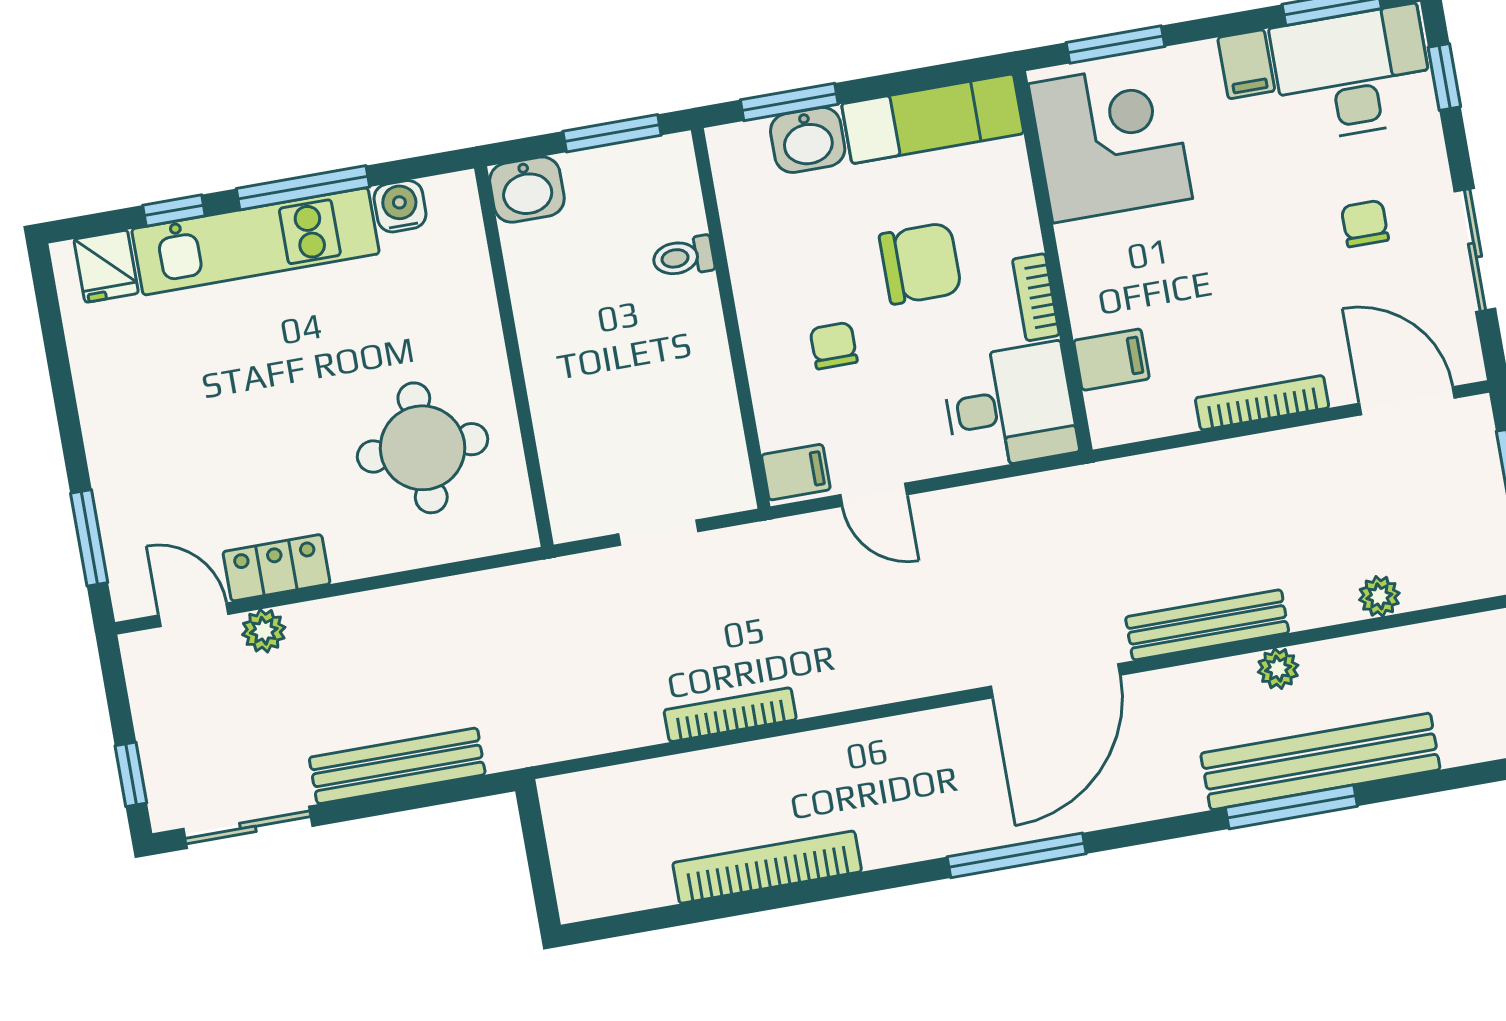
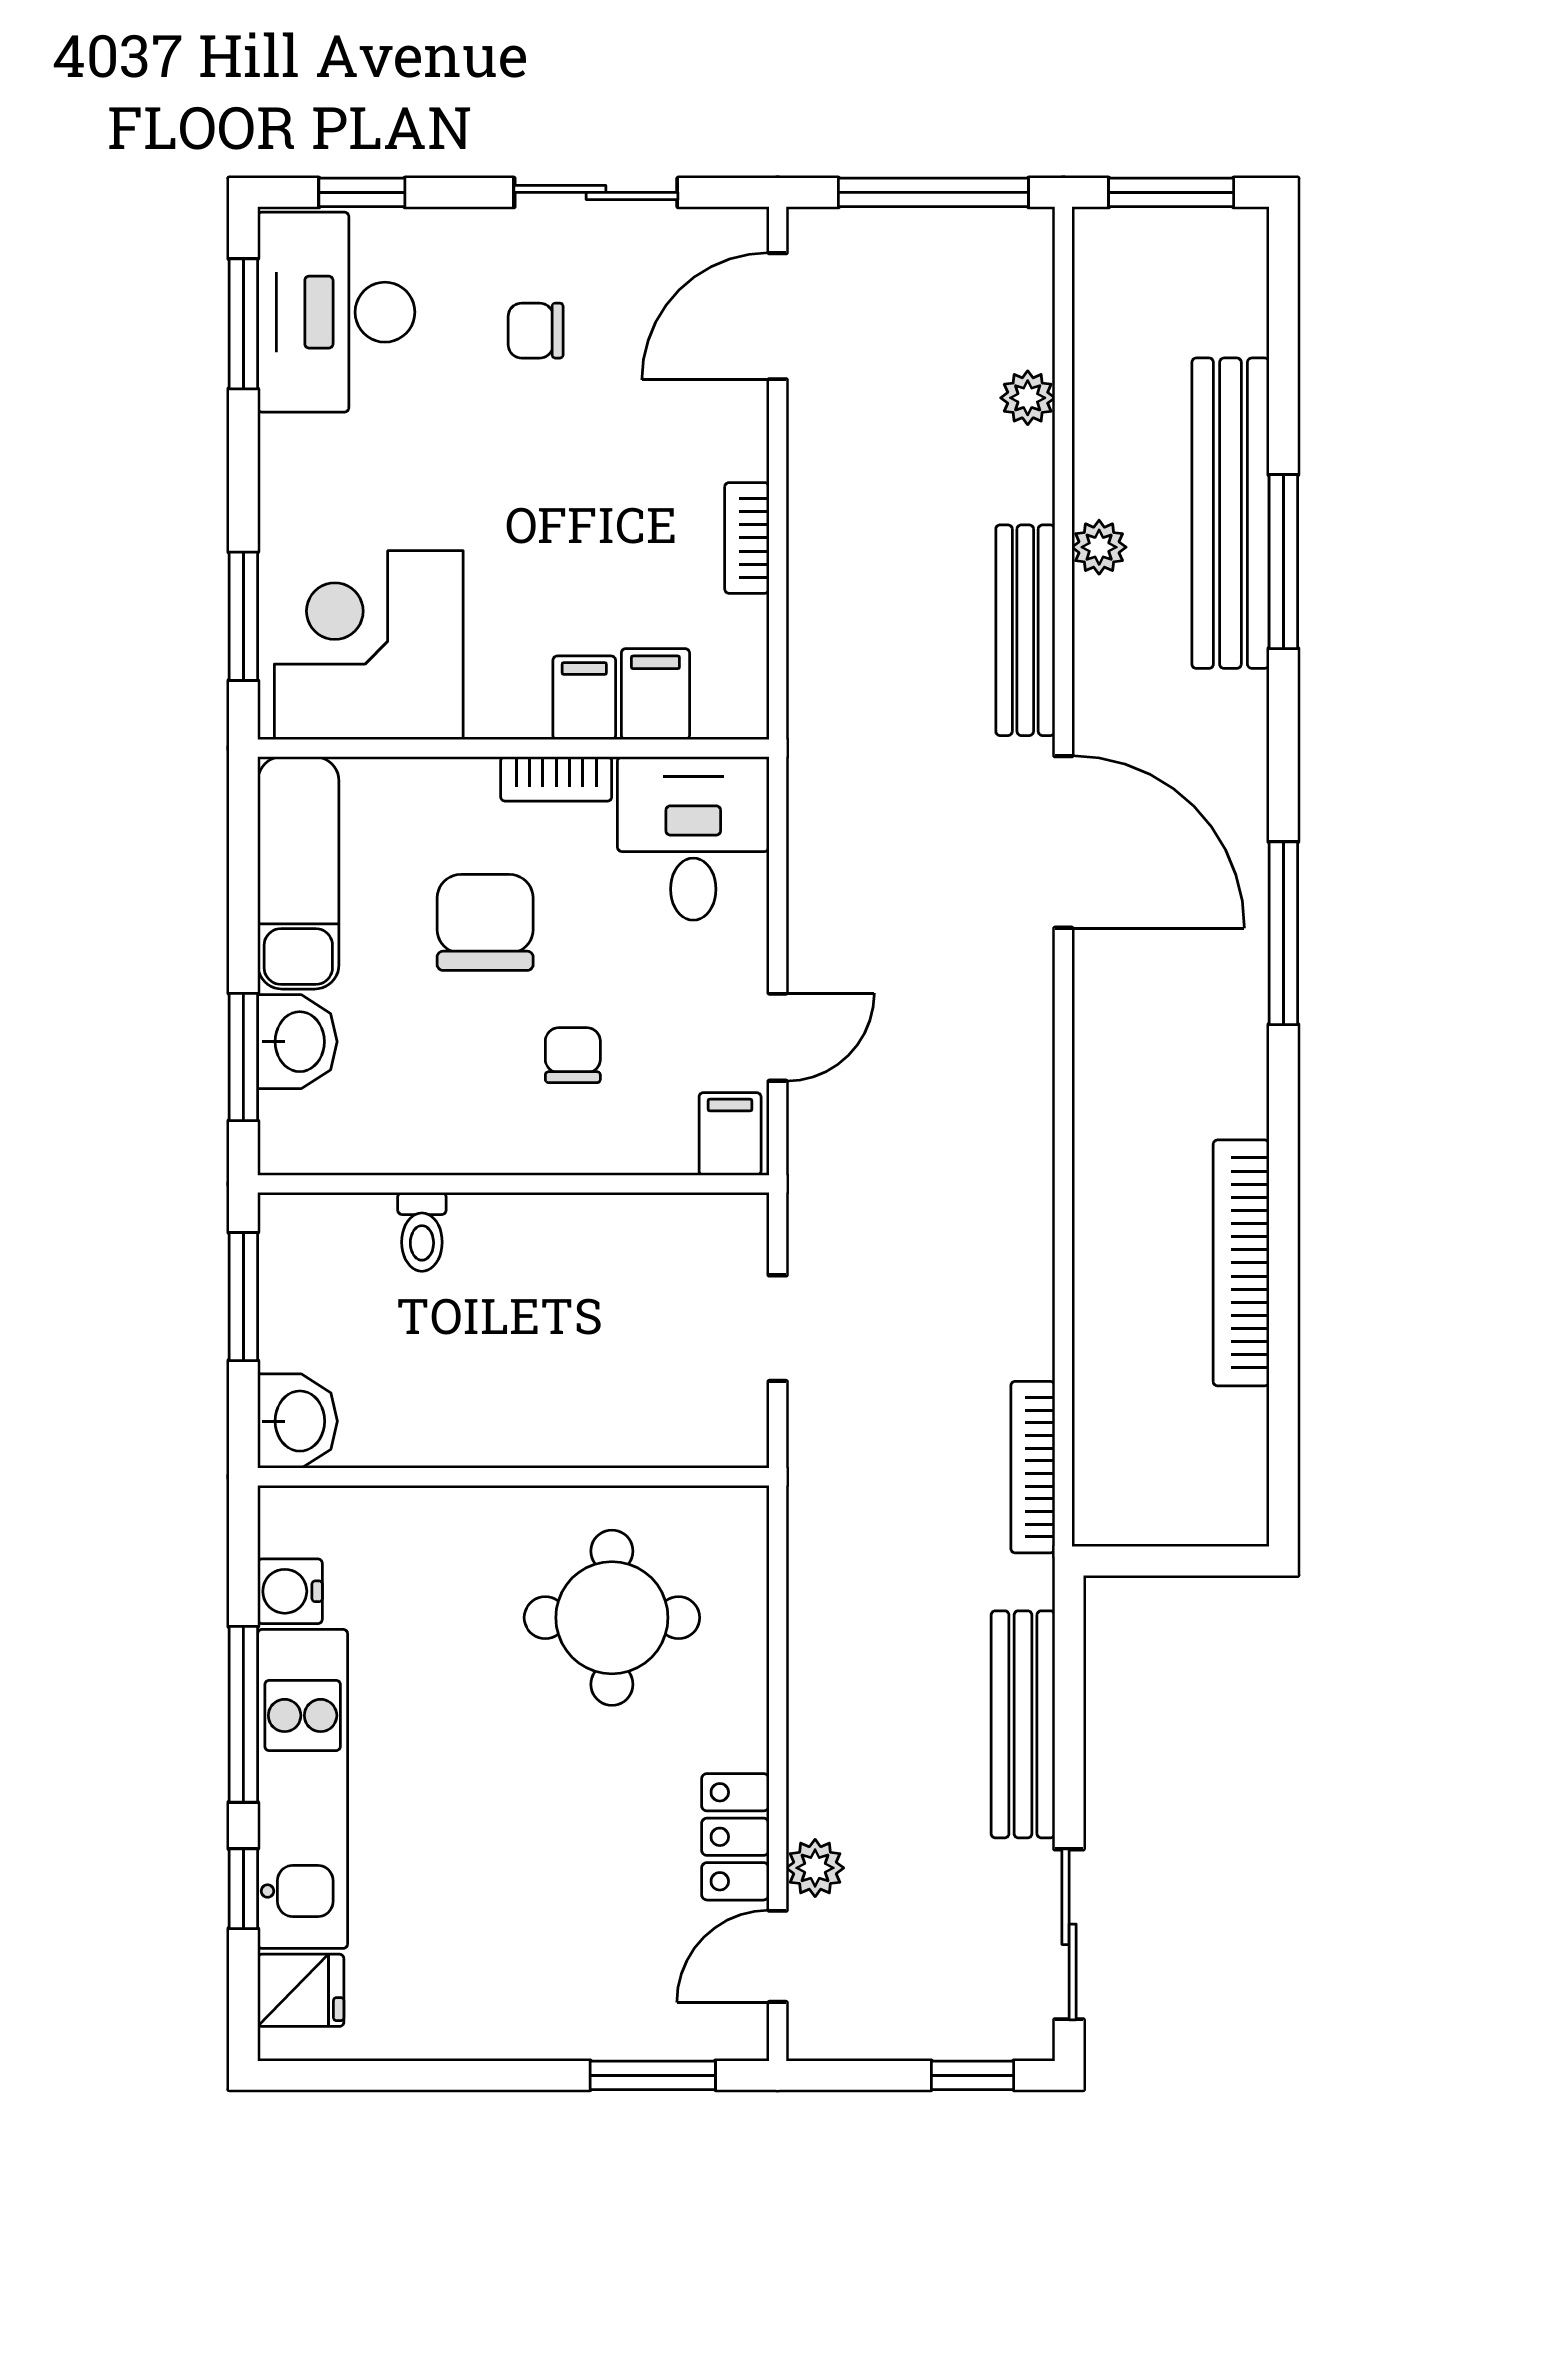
filing cabinet: (1246, 64) -> (584, 698), moved, turned -90
chair: (834, 346) -> (573, 1055), turned 90
bookcase: (1262, 403) -> (747, 538), width x0.64
bookcase: (730, 715) -> (1033, 1467), moved

